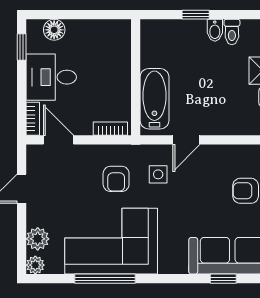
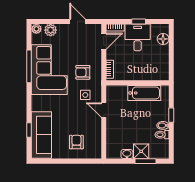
window: (22, 47) -> (139, 21), moved
bathtub: (154, 99) -> (144, 93), moved

